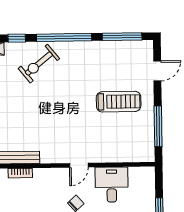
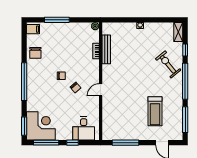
treadmill: (119, 102) -> (155, 111), moved
door: (79, 165) -> (101, 90), hinge flipped
desk: (112, 185) -> (84, 128), moved, turned 90

